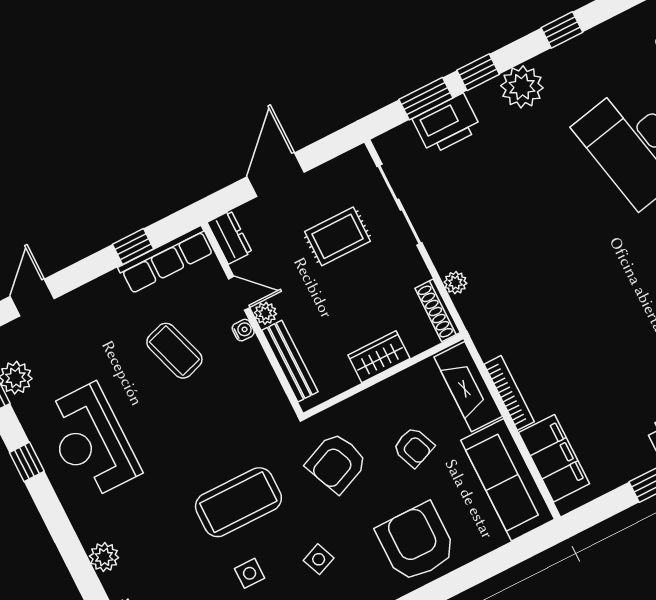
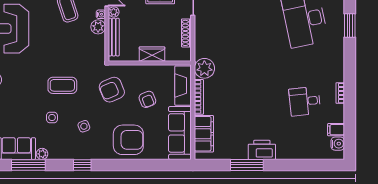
plant: (455, 283) -> (204, 68), moved, width x1.88, depth x1.88
shoe rack: (438, 310) -> (186, 33), moved
plant: (250, 357) -> (98, 27), added
coffee table: (238, 502) -> (62, 85), width x0.73, depth x0.76
armchair: (416, 542) -> (128, 140), turned 90

